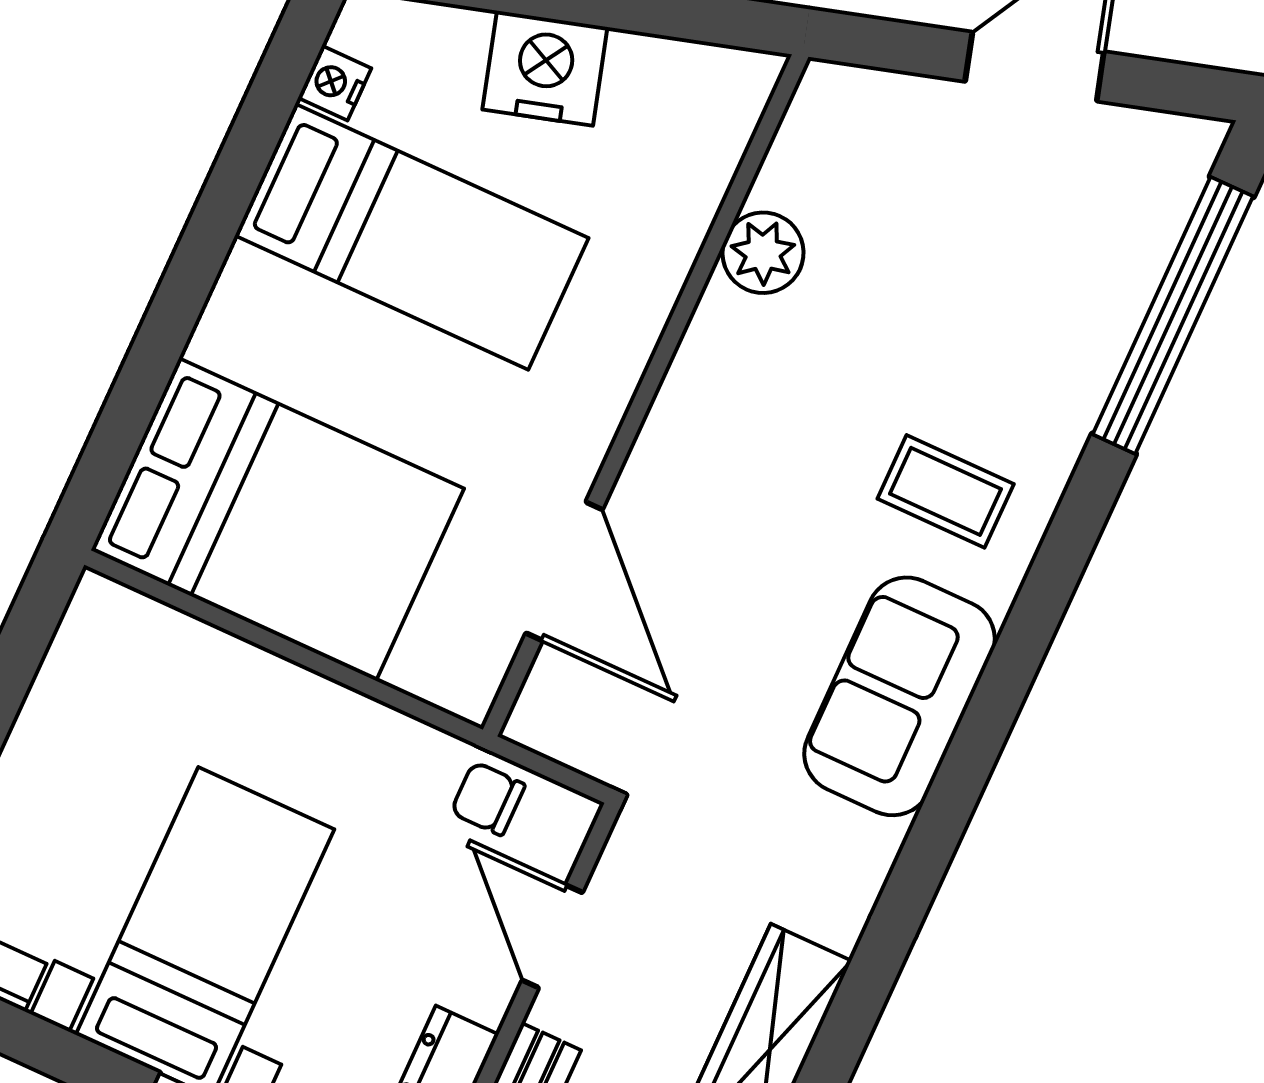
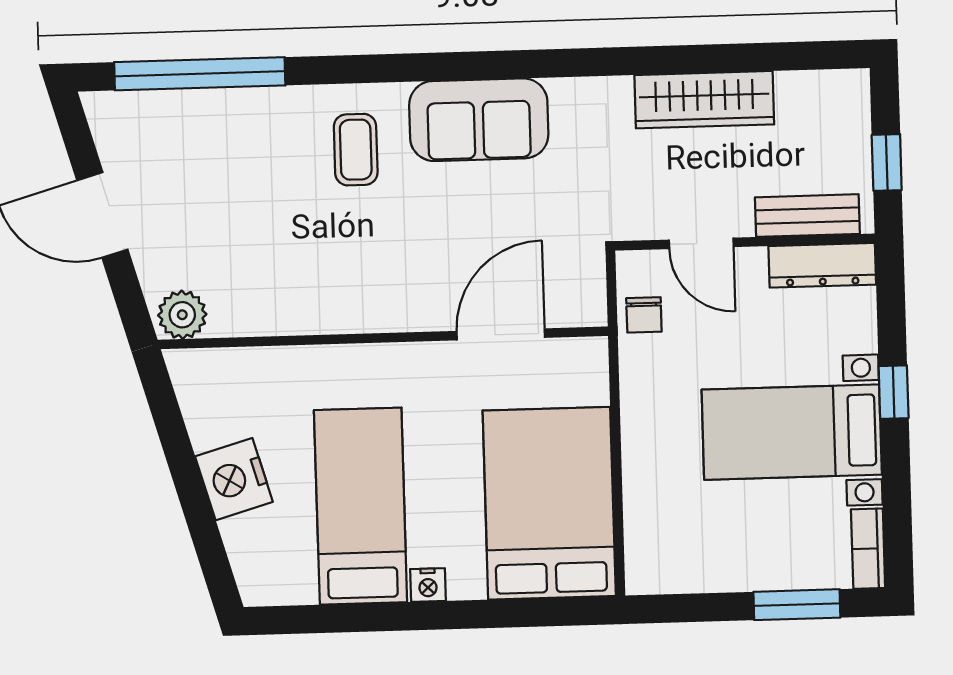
nightstand: (335, 83) -> (428, 585), moved
plant: (763, 253) -> (182, 315), moved
door: (552, 936) -> (701, 243), hinge flipped

